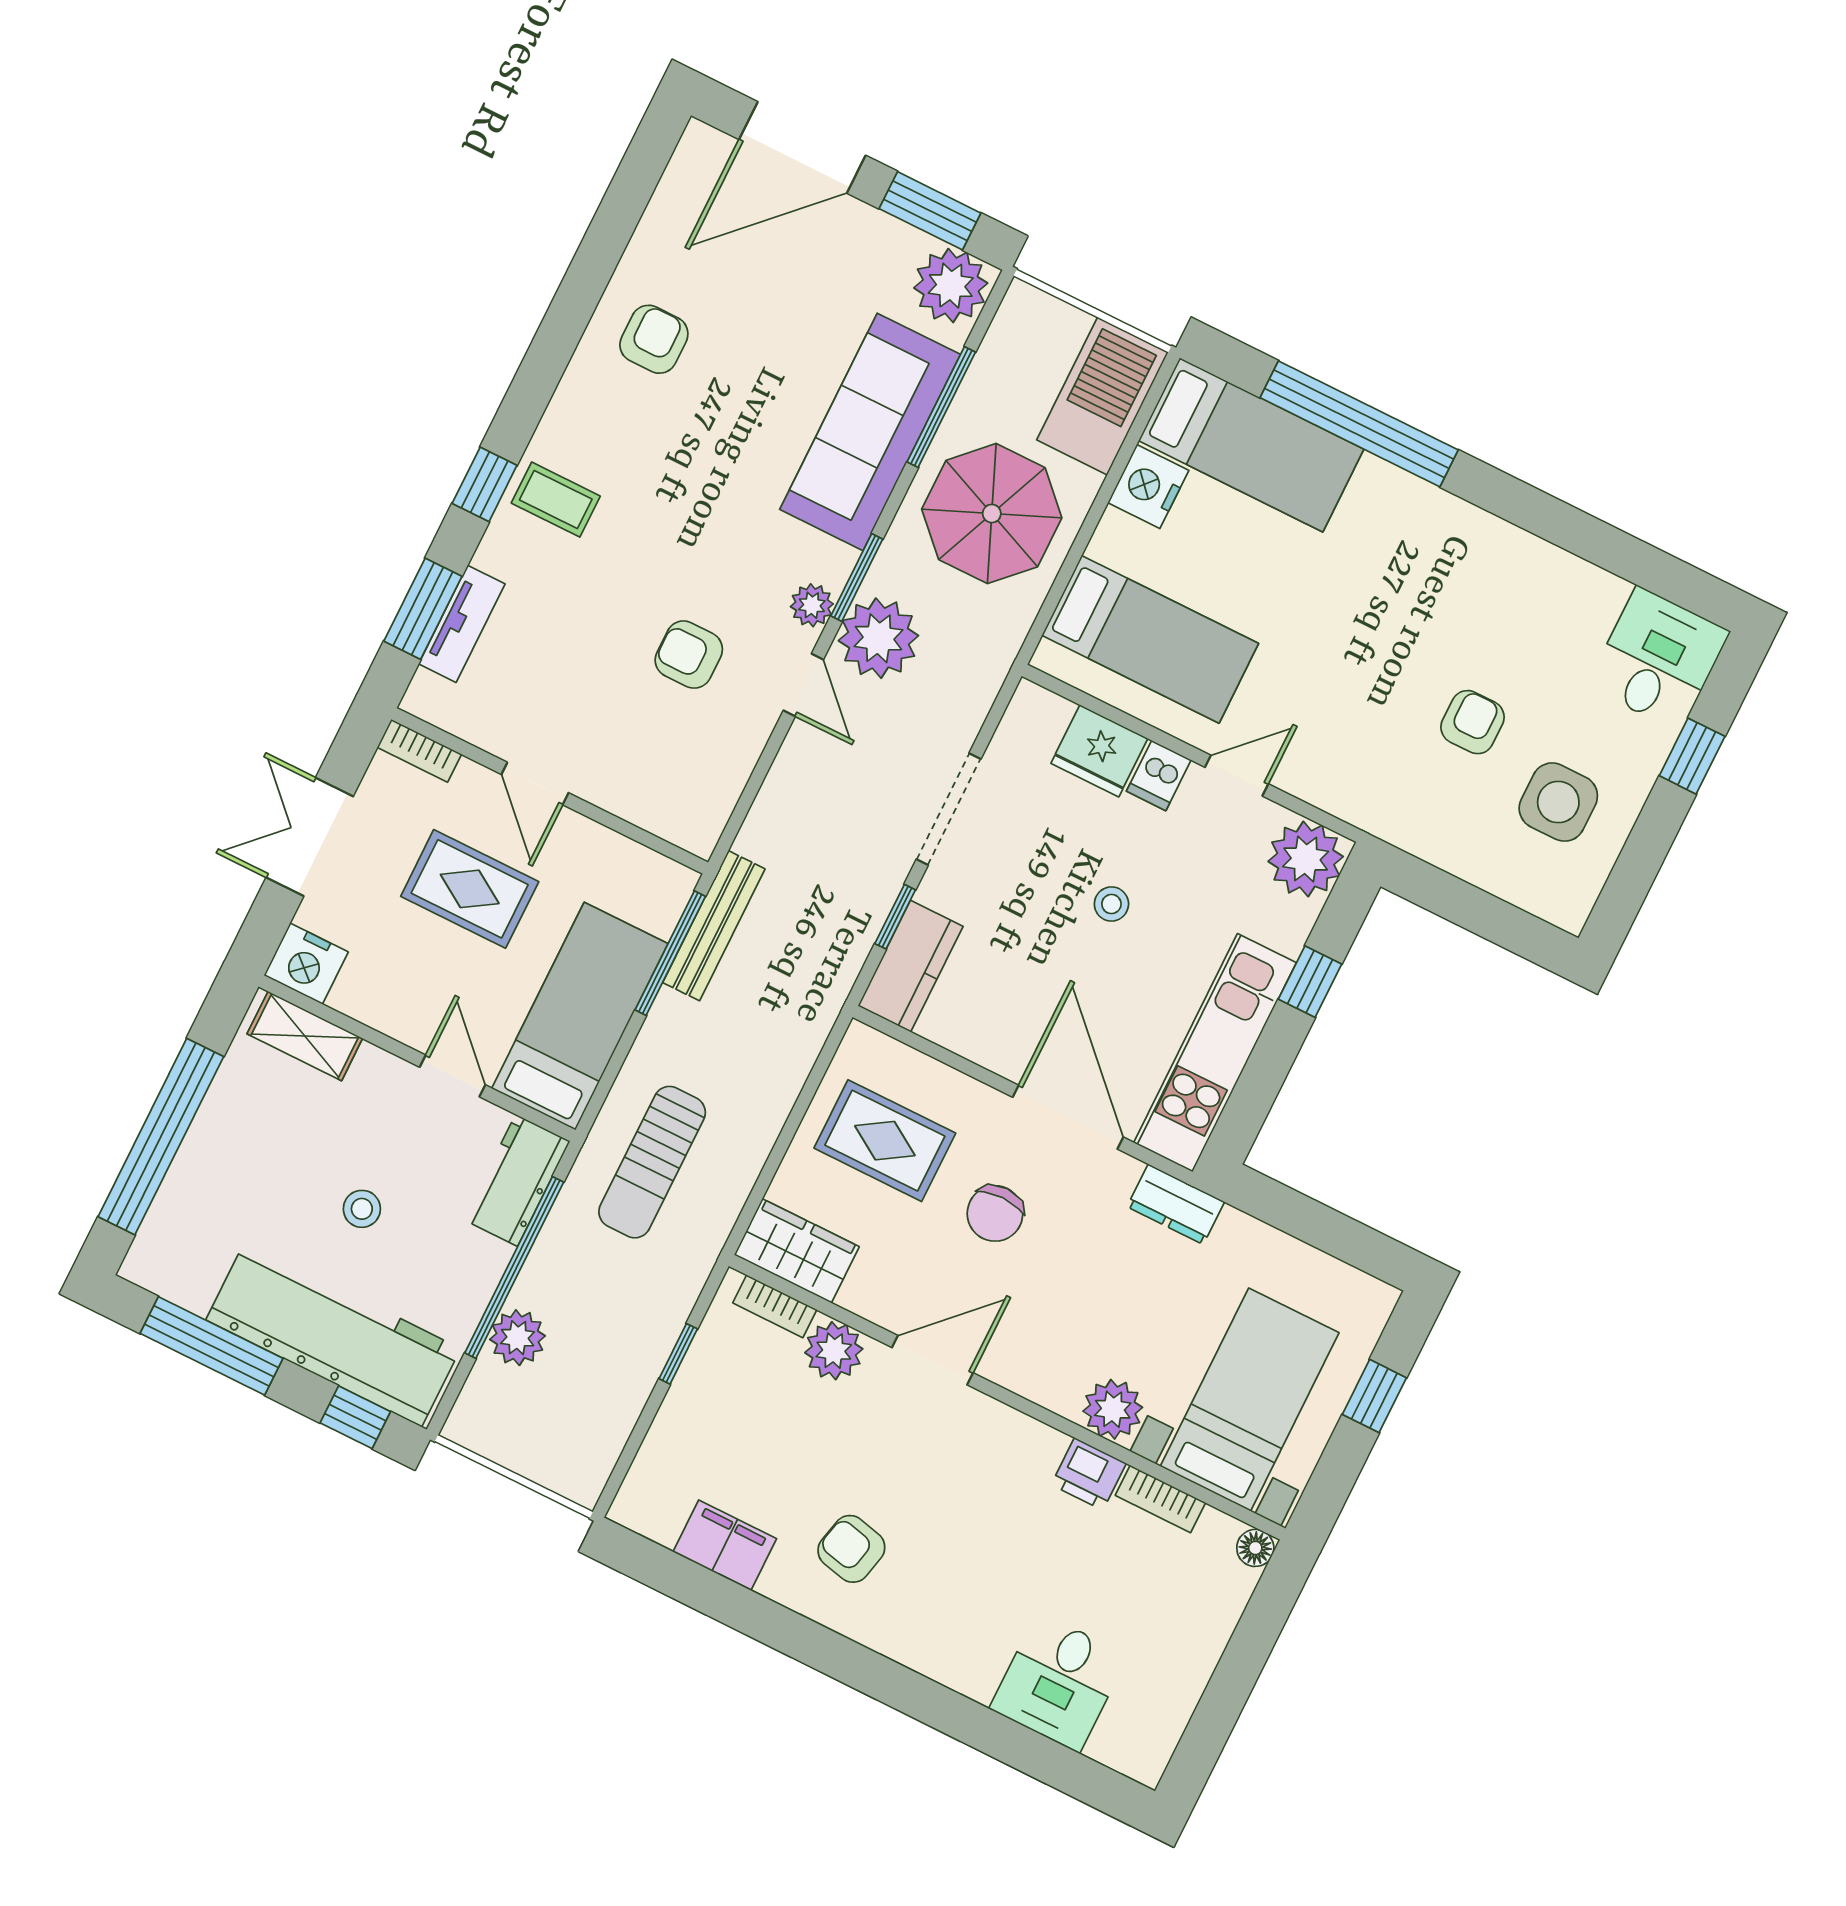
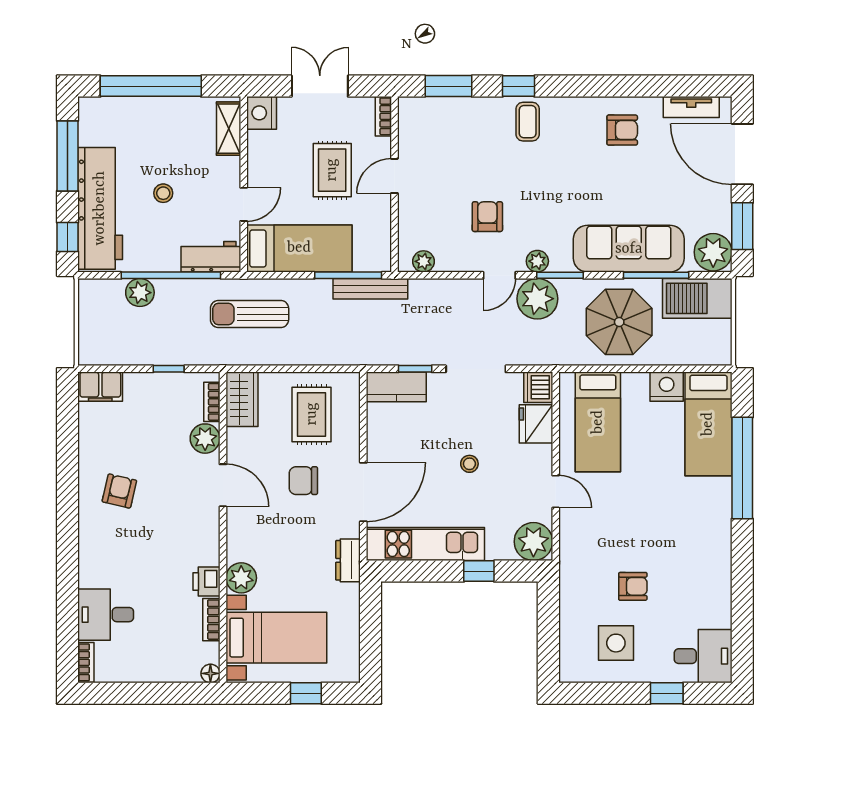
barbecue: (1103, 396) -> (697, 298), moved, turned 180
tv unit: (462, 624) -> (691, 107), moved
dishwasher: (1159, 776) -> (538, 387), moved, width x1.38
plant: (712, 807) -> (424, 261), added
filing cabinet: (725, 1545) -> (100, 387), moved, turned 90
bookcase: (1126, 1759) -> (86, 662), added

